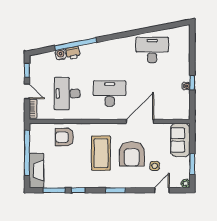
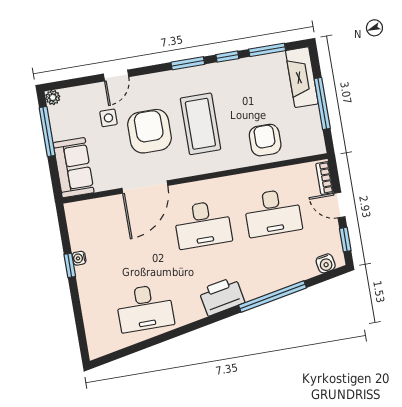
printer: (73, 53) -> (222, 296), moved, width x1.87, depth x1.48
water cooler: (61, 54) -> (326, 263), moved
desk: (67, 94) -> (273, 213), turned 90
armchair: (64, 137) -> (265, 140), turned -90
window: (27, 153) -> (322, 104), width x0.68
window: (192, 164) -> (47, 131), width x1.44
window: (115, 190) -> (188, 63), moved
door: (162, 190) -> (116, 75), moved

